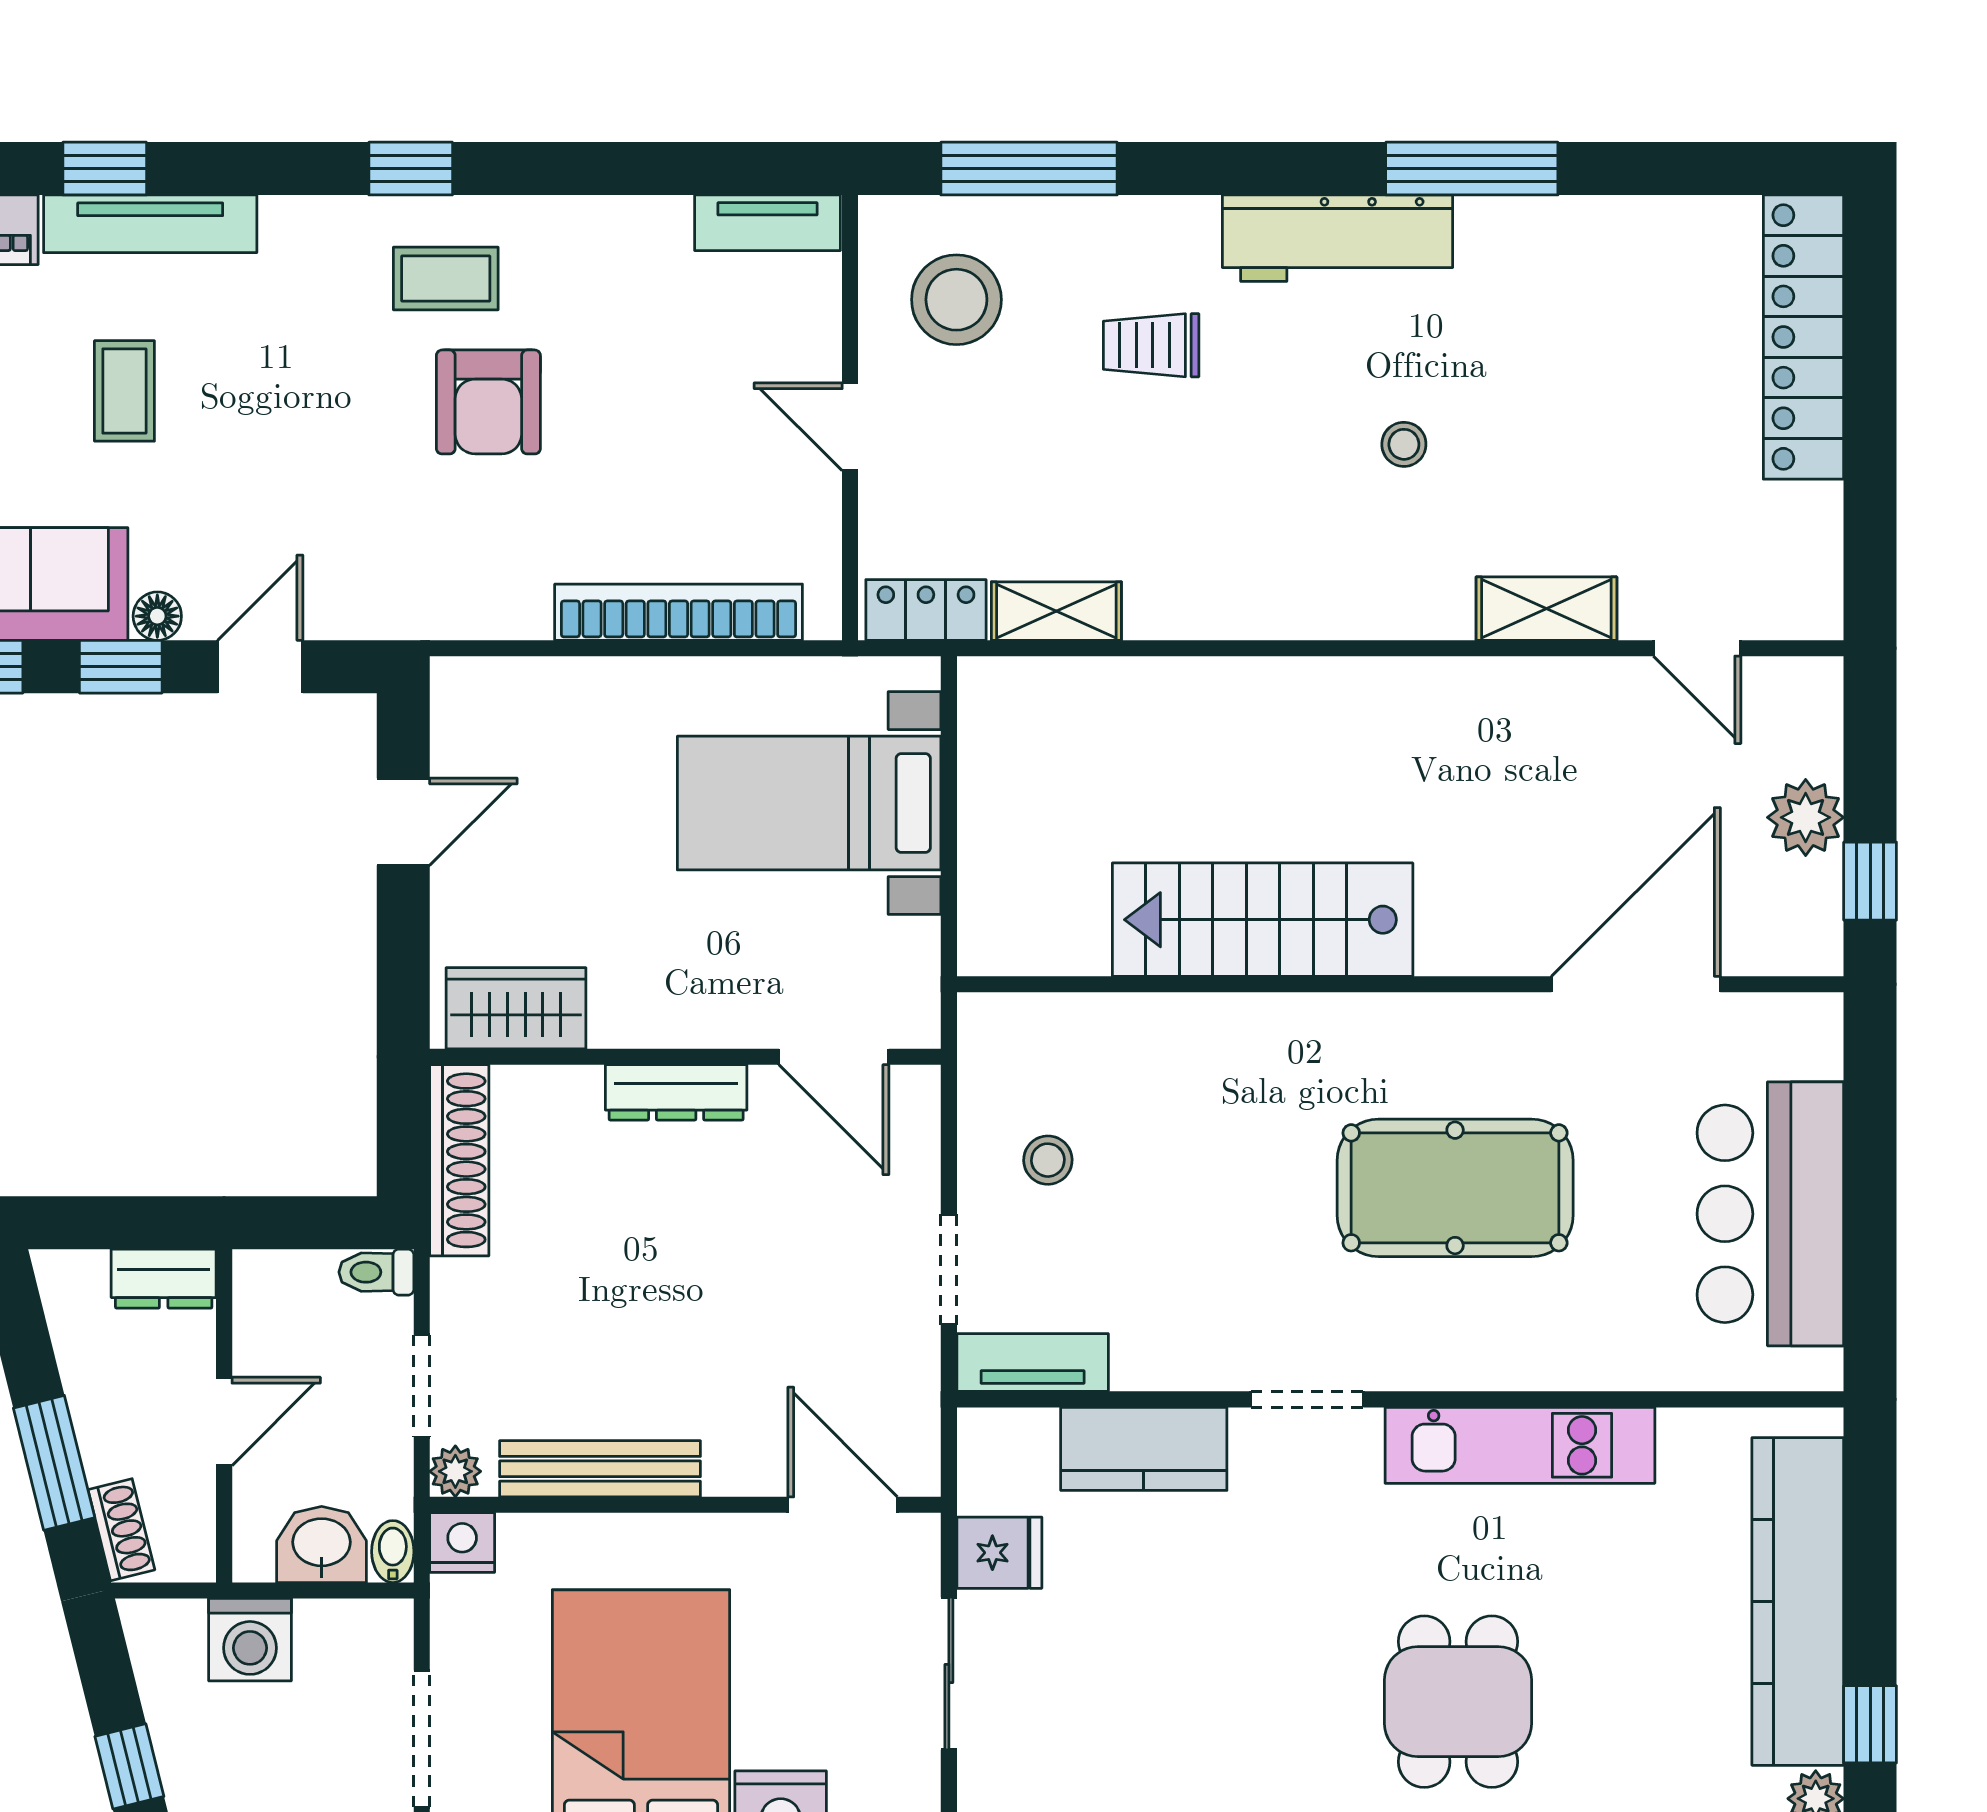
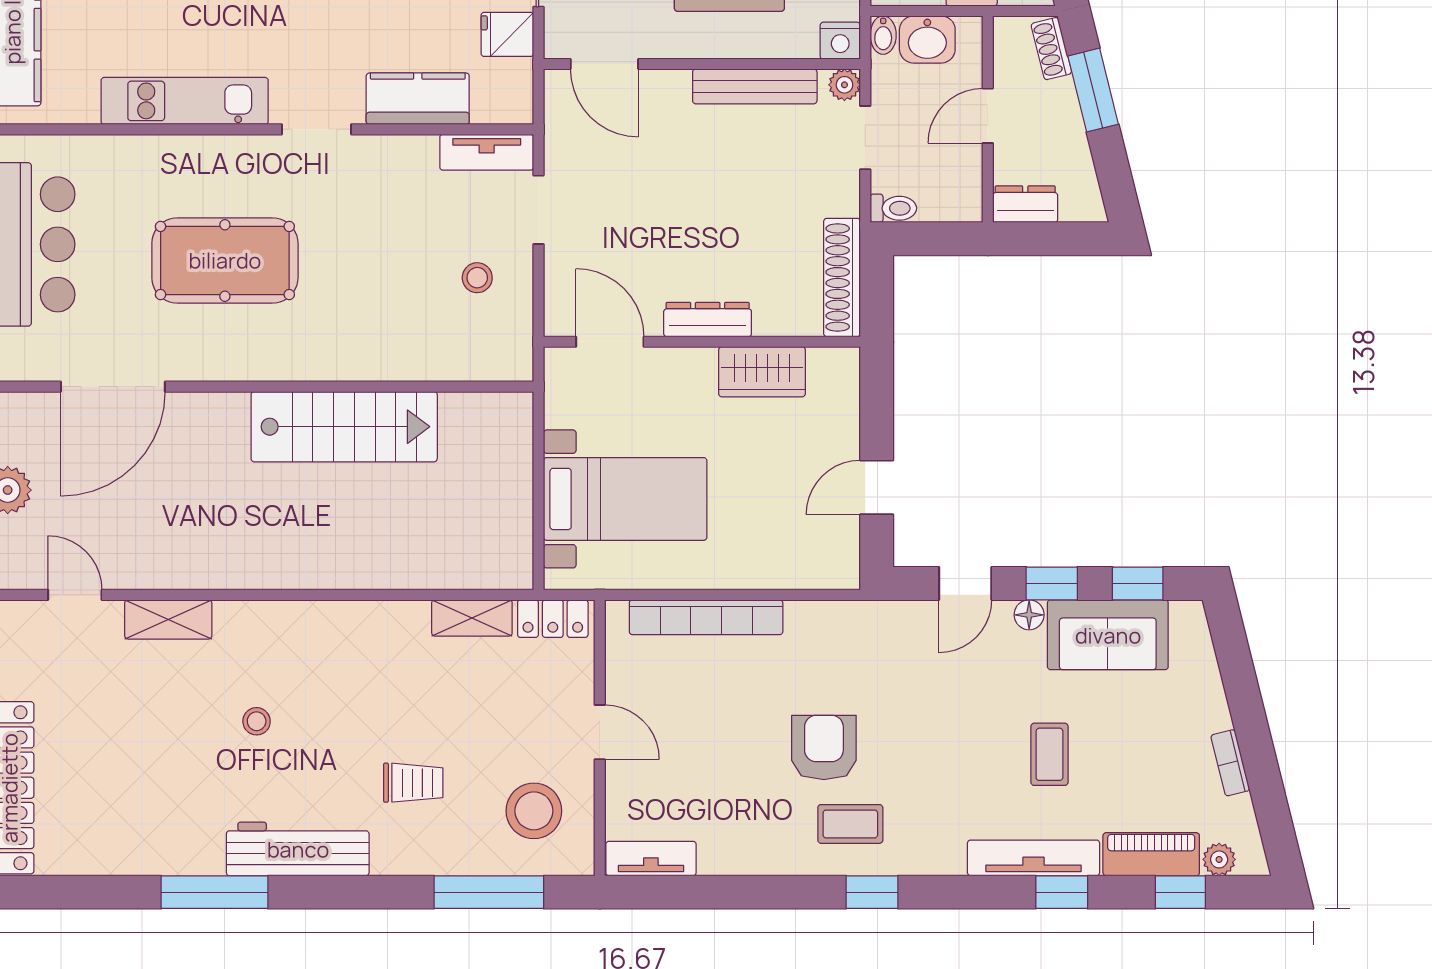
wardrobe: (516, 1008) -> (762, 372), moved

